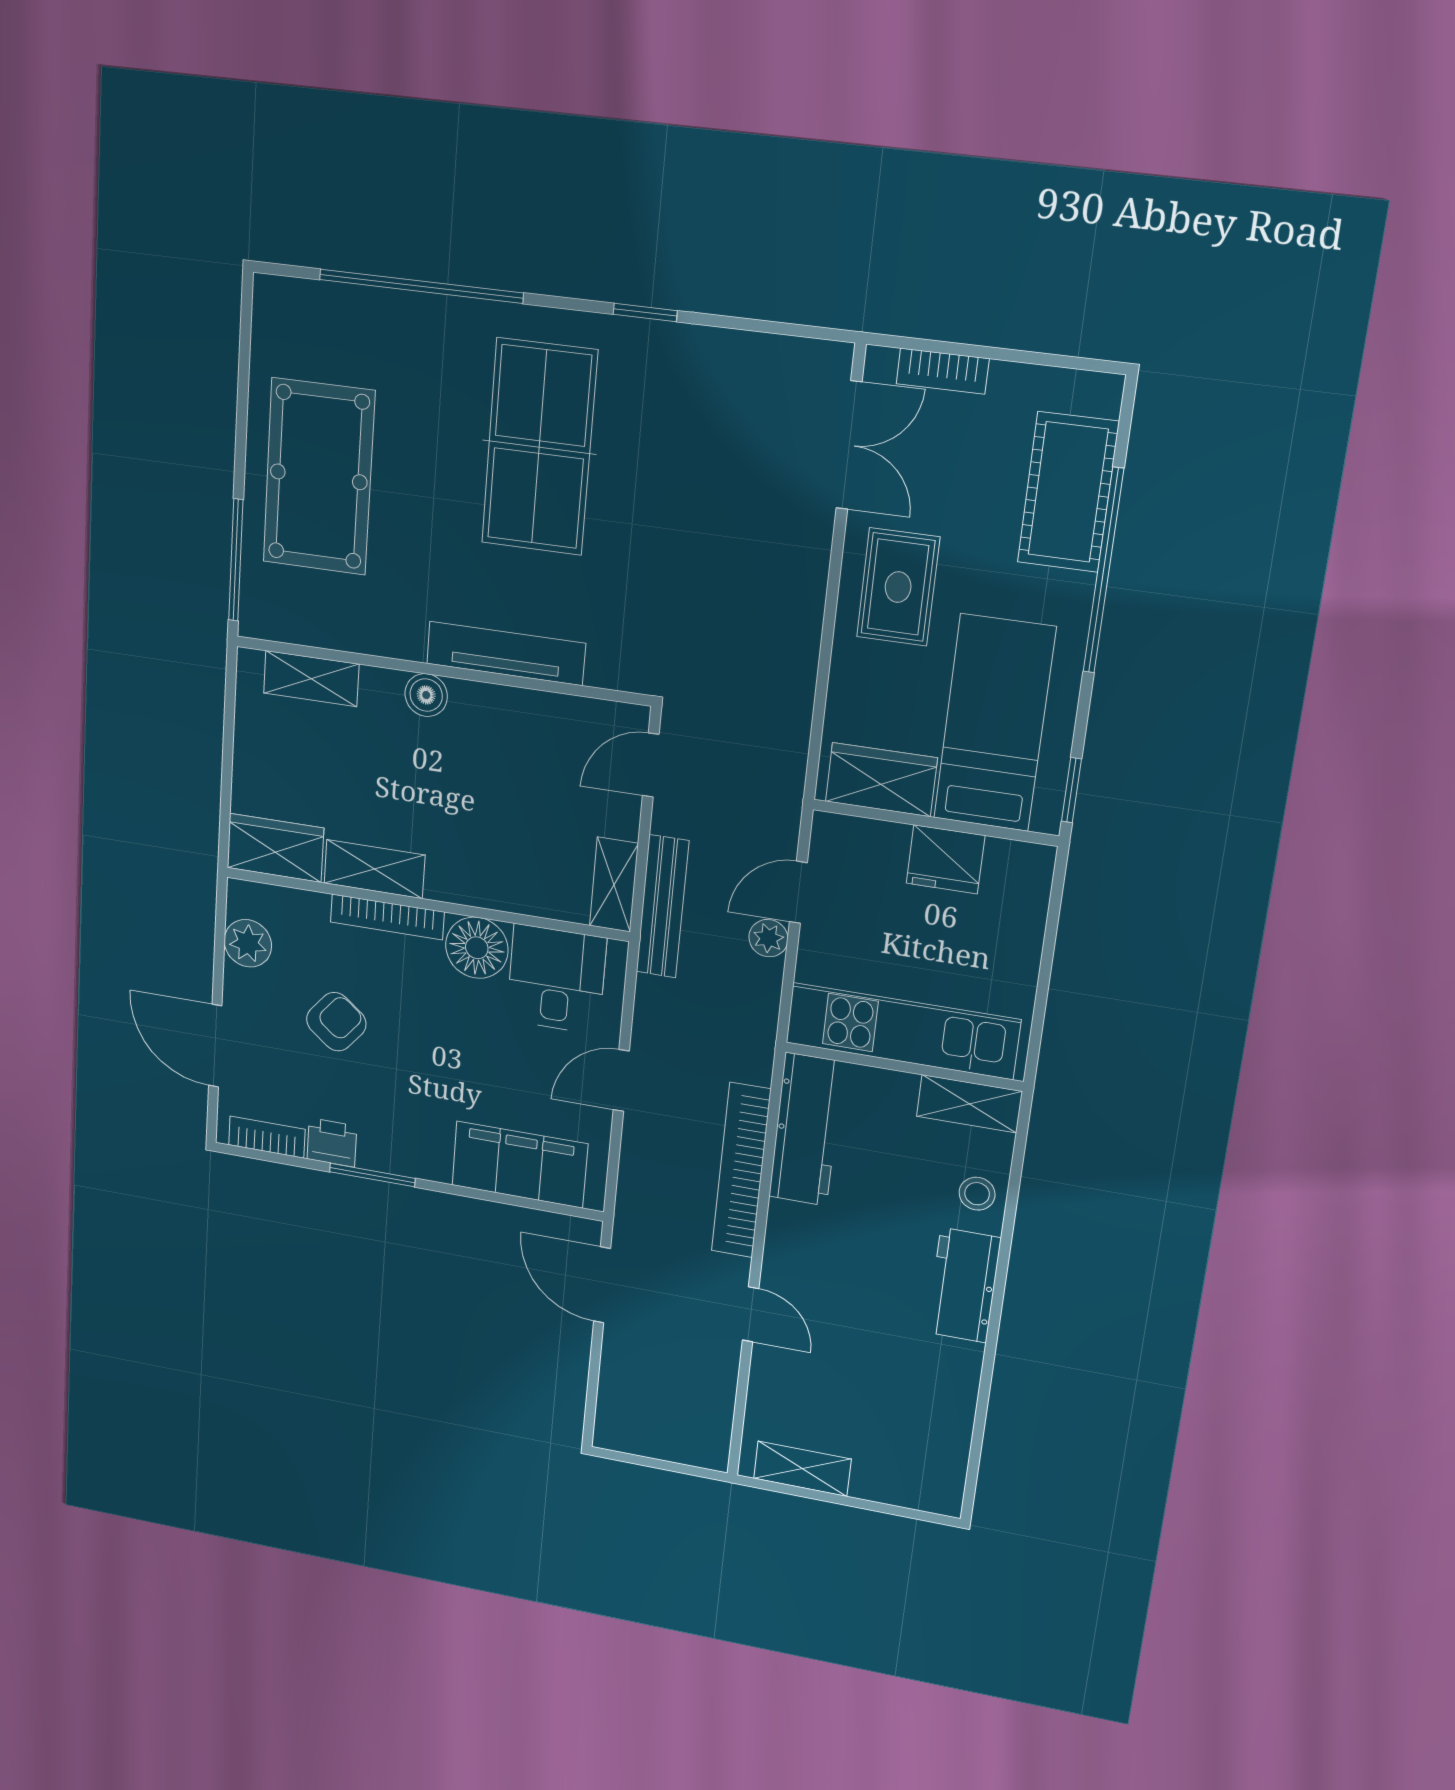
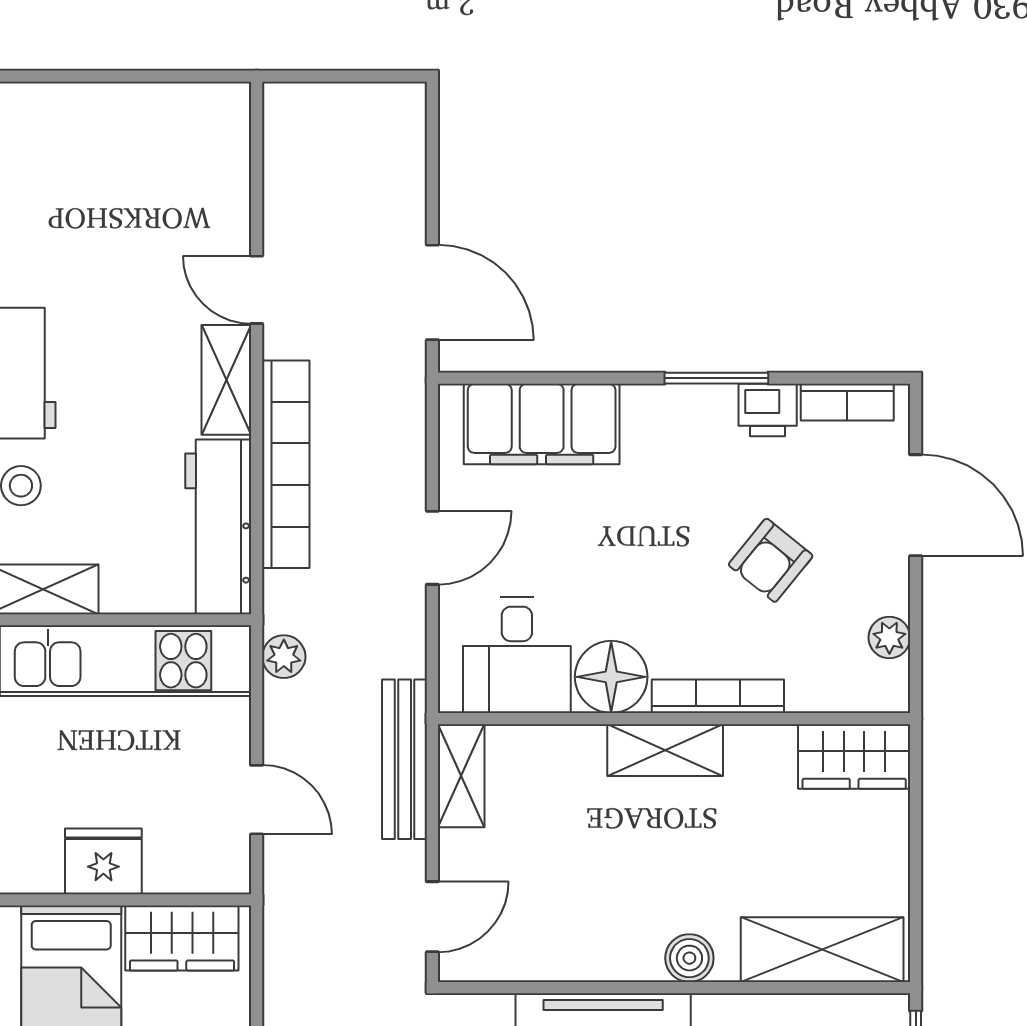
shelving: (311, 679) -> (822, 950), width x1.50, depth x1.33
shelving: (375, 869) -> (665, 750), moved
door: (798, 892) -> (257, 800), hinge flipped
plant: (768, 938) -> (284, 657), moved
plant: (248, 943) -> (889, 638), width x0.73, depth x0.73
shelving: (802, 1469) -> (226, 380), moved, turned 90

